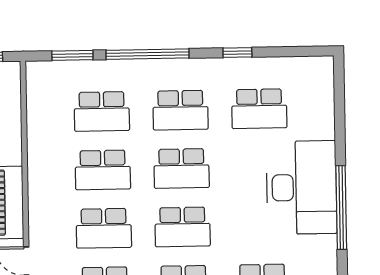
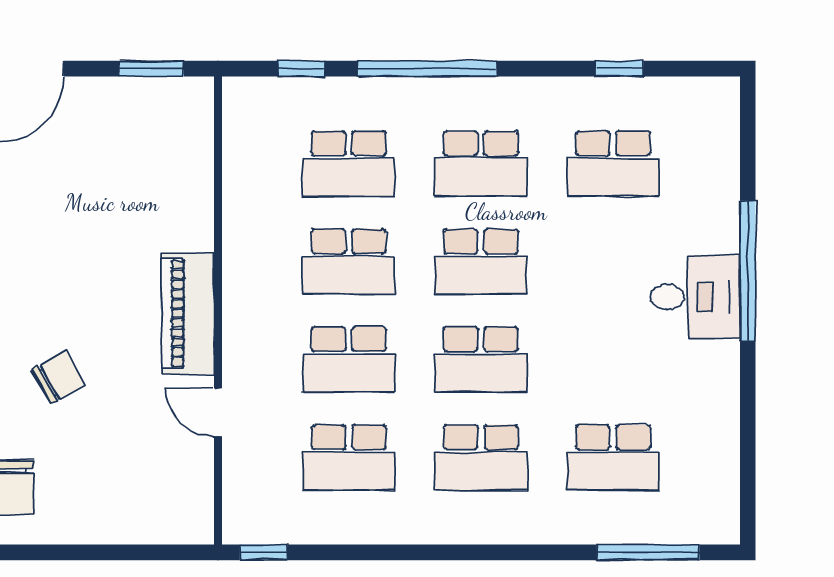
window: (237, 53) -> (620, 69), moved
window: (72, 55) -> (301, 69), width x0.67
desk: (302, 187) -> (695, 297), width x0.53, depth x0.77
window: (341, 208) -> (748, 271), moved

